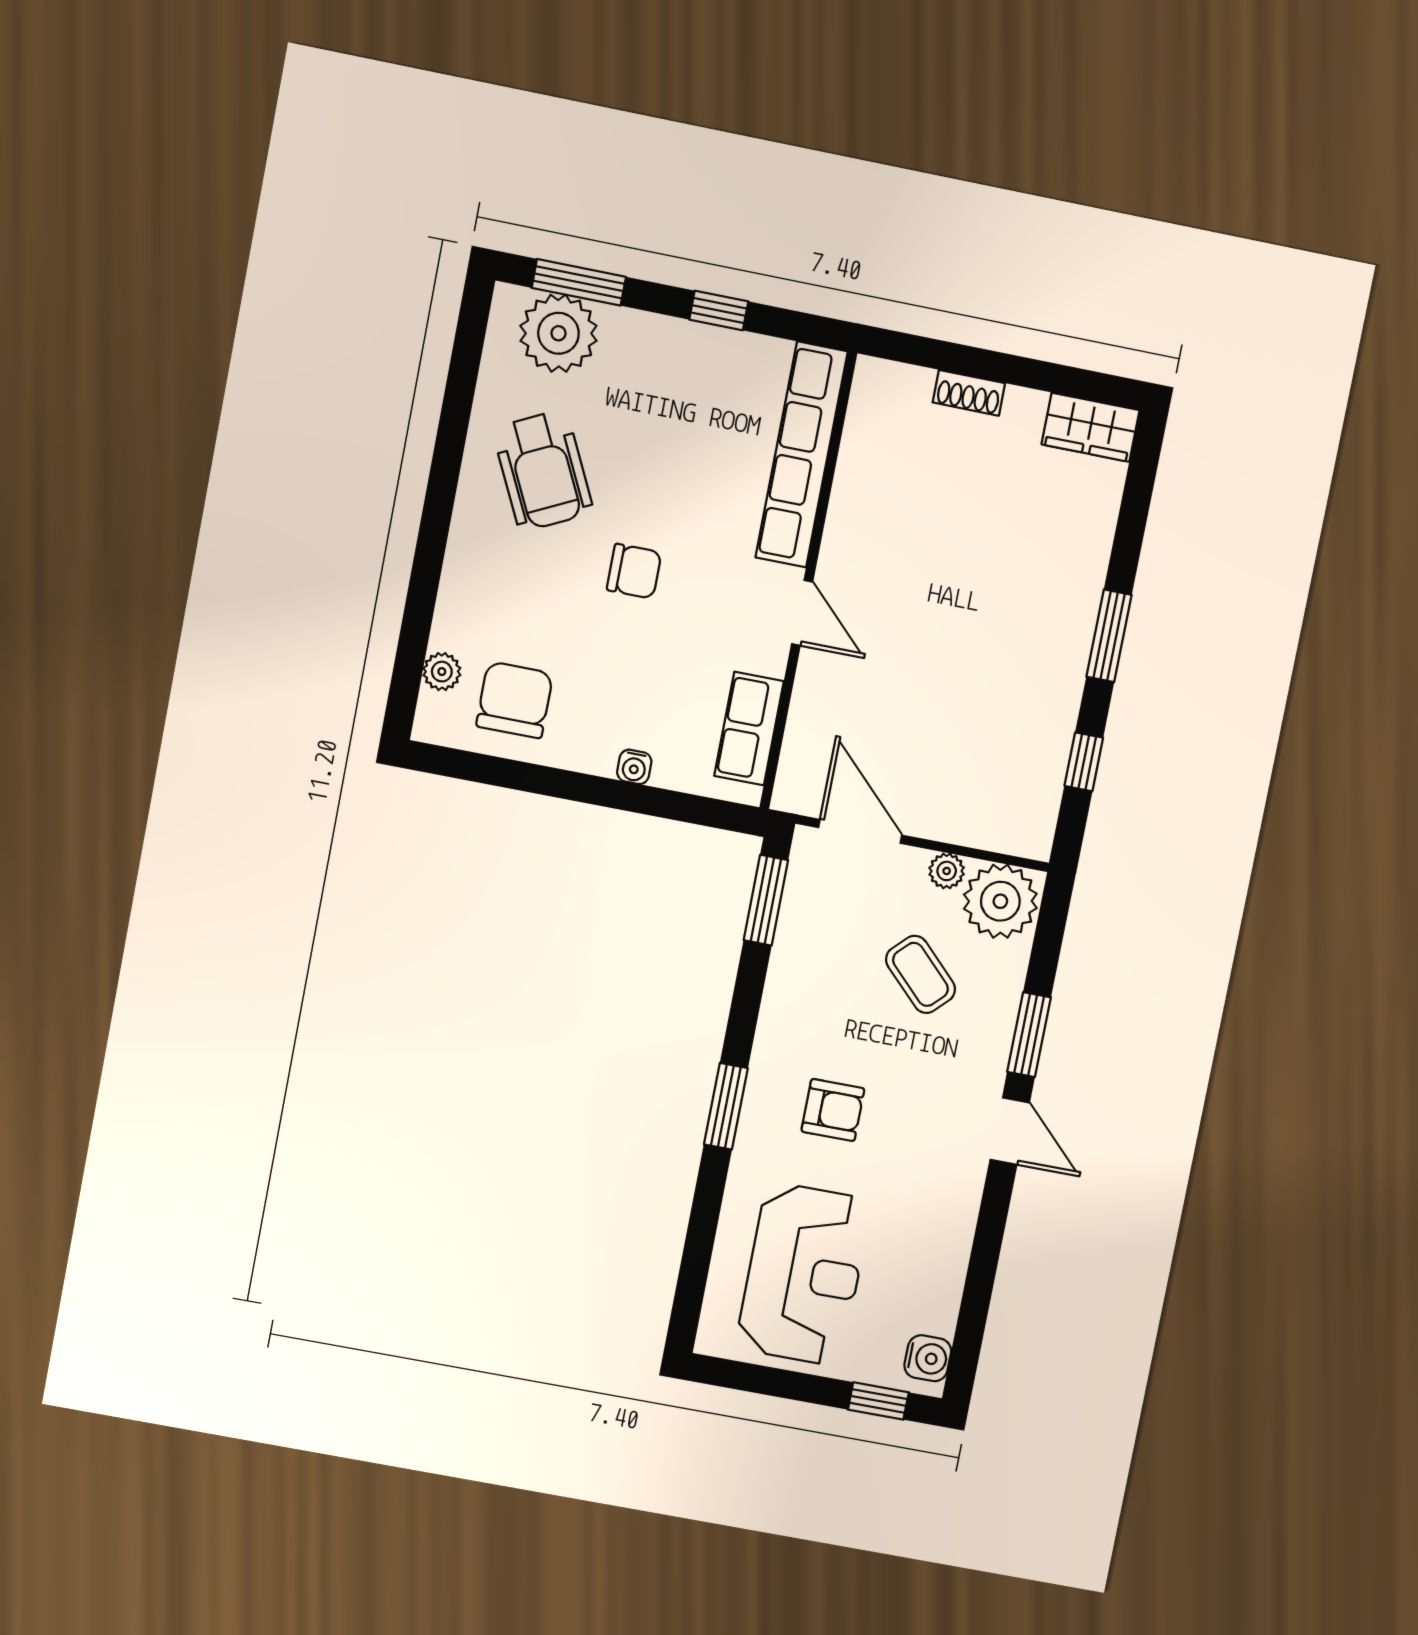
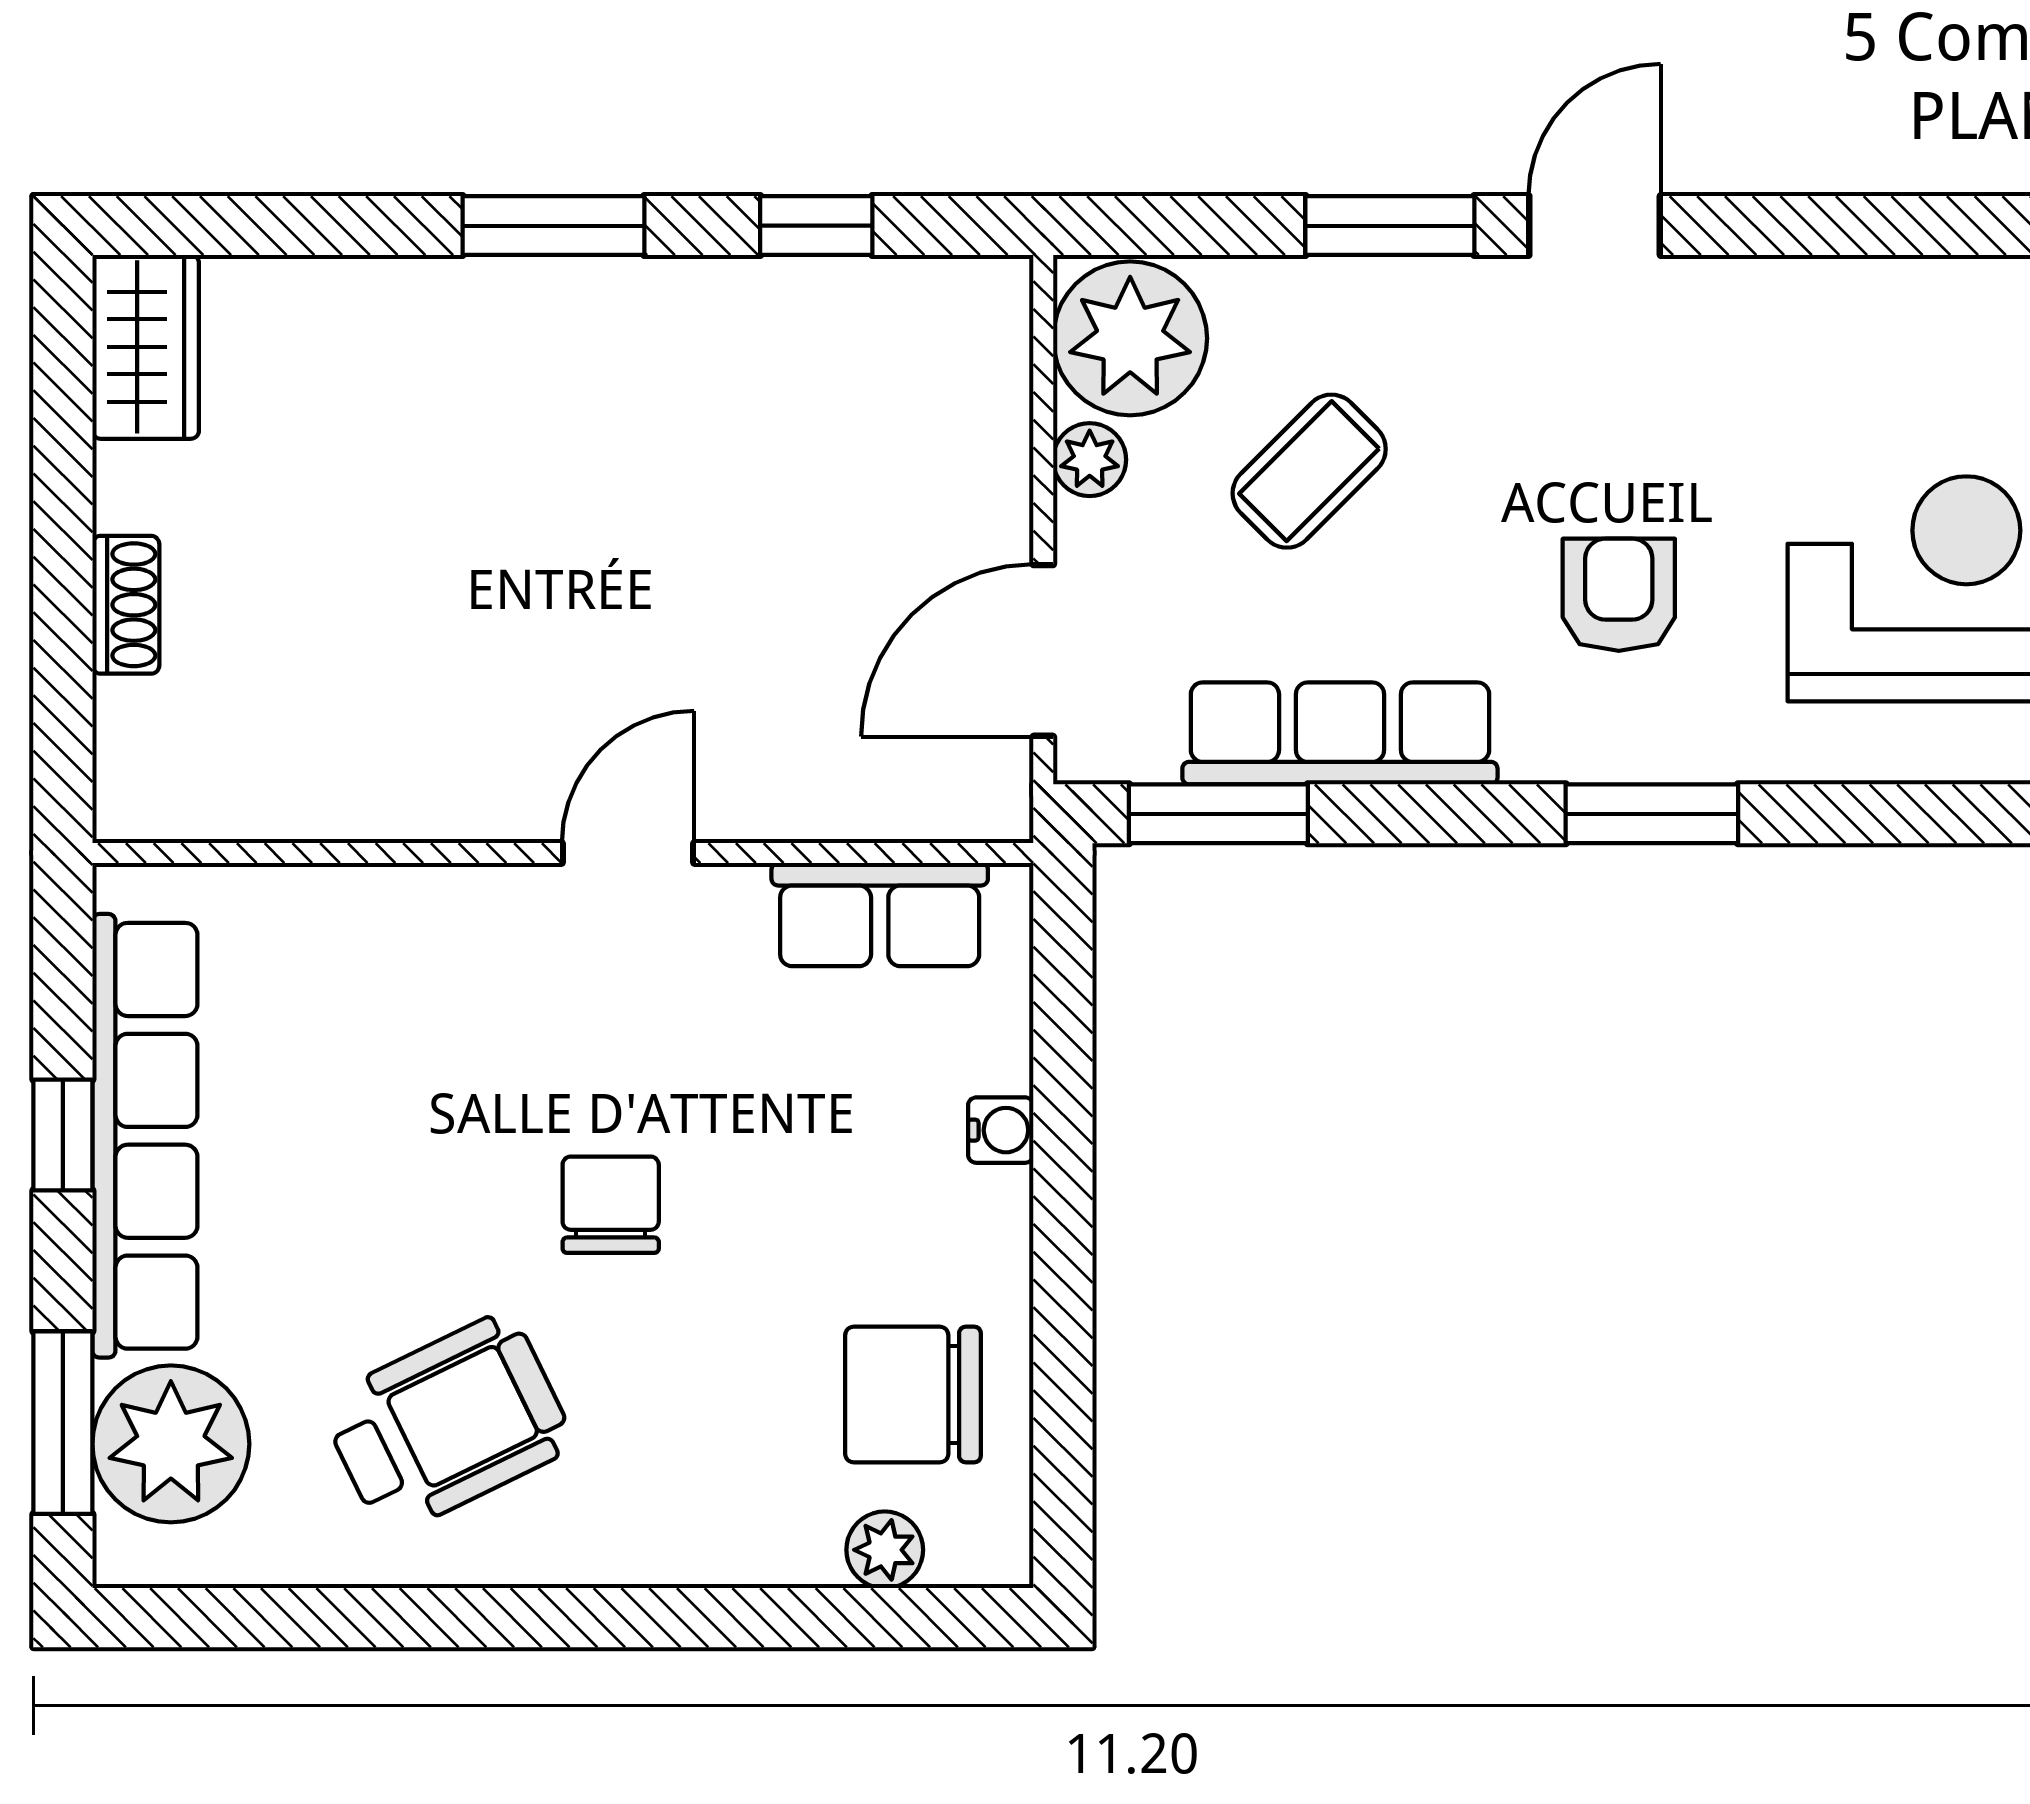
row of seats: (802, 455) -> (145, 1136), moved, turned -90
row of seats: (793, 965) -> (1340, 733), added

